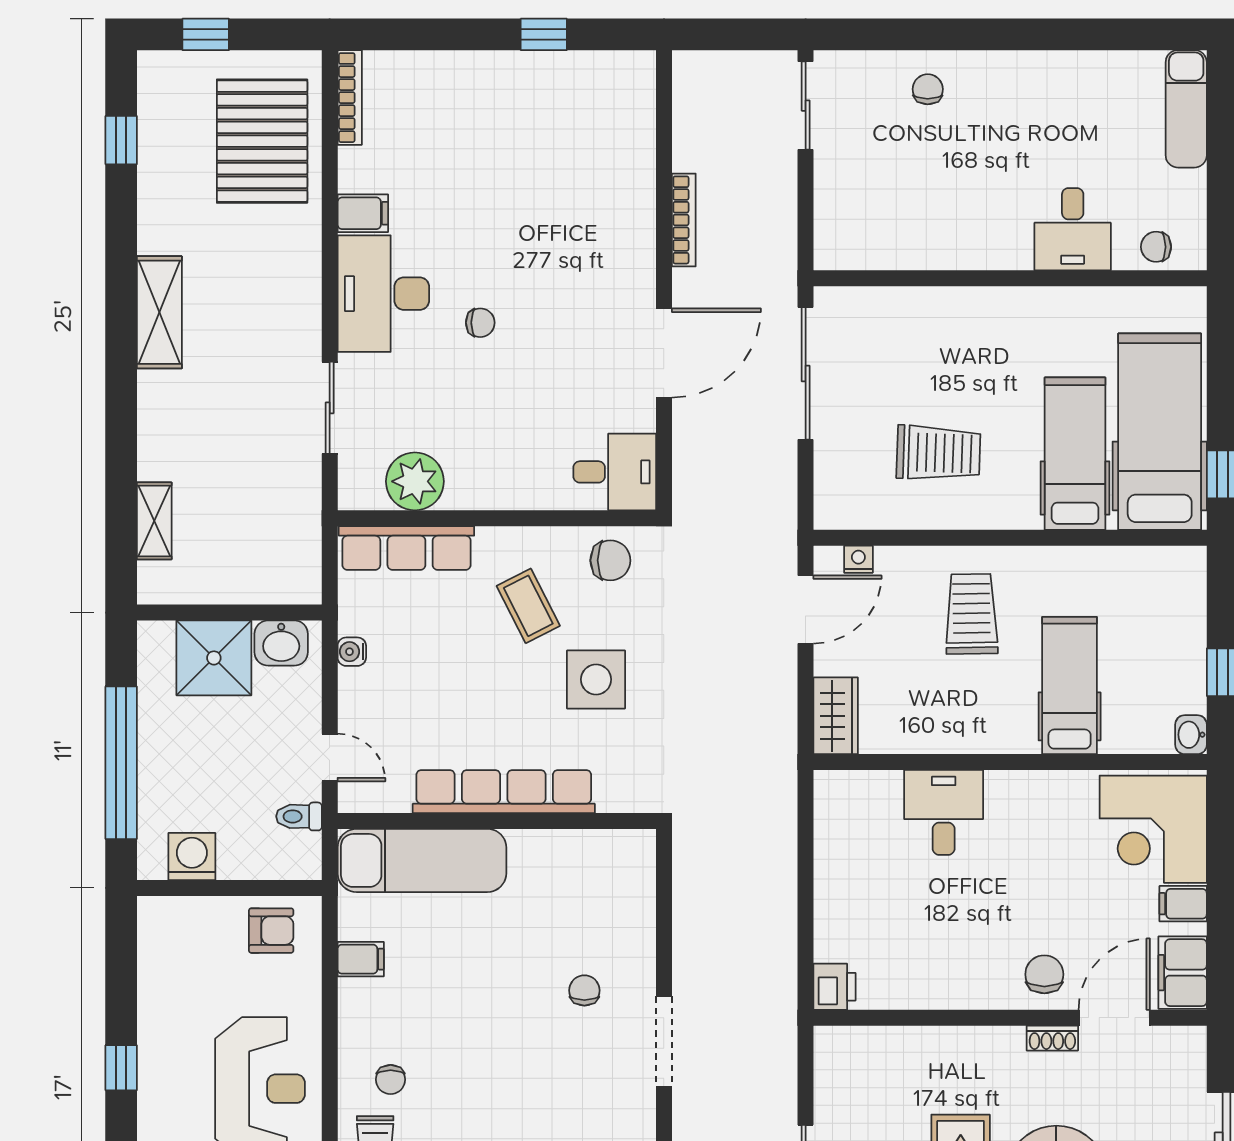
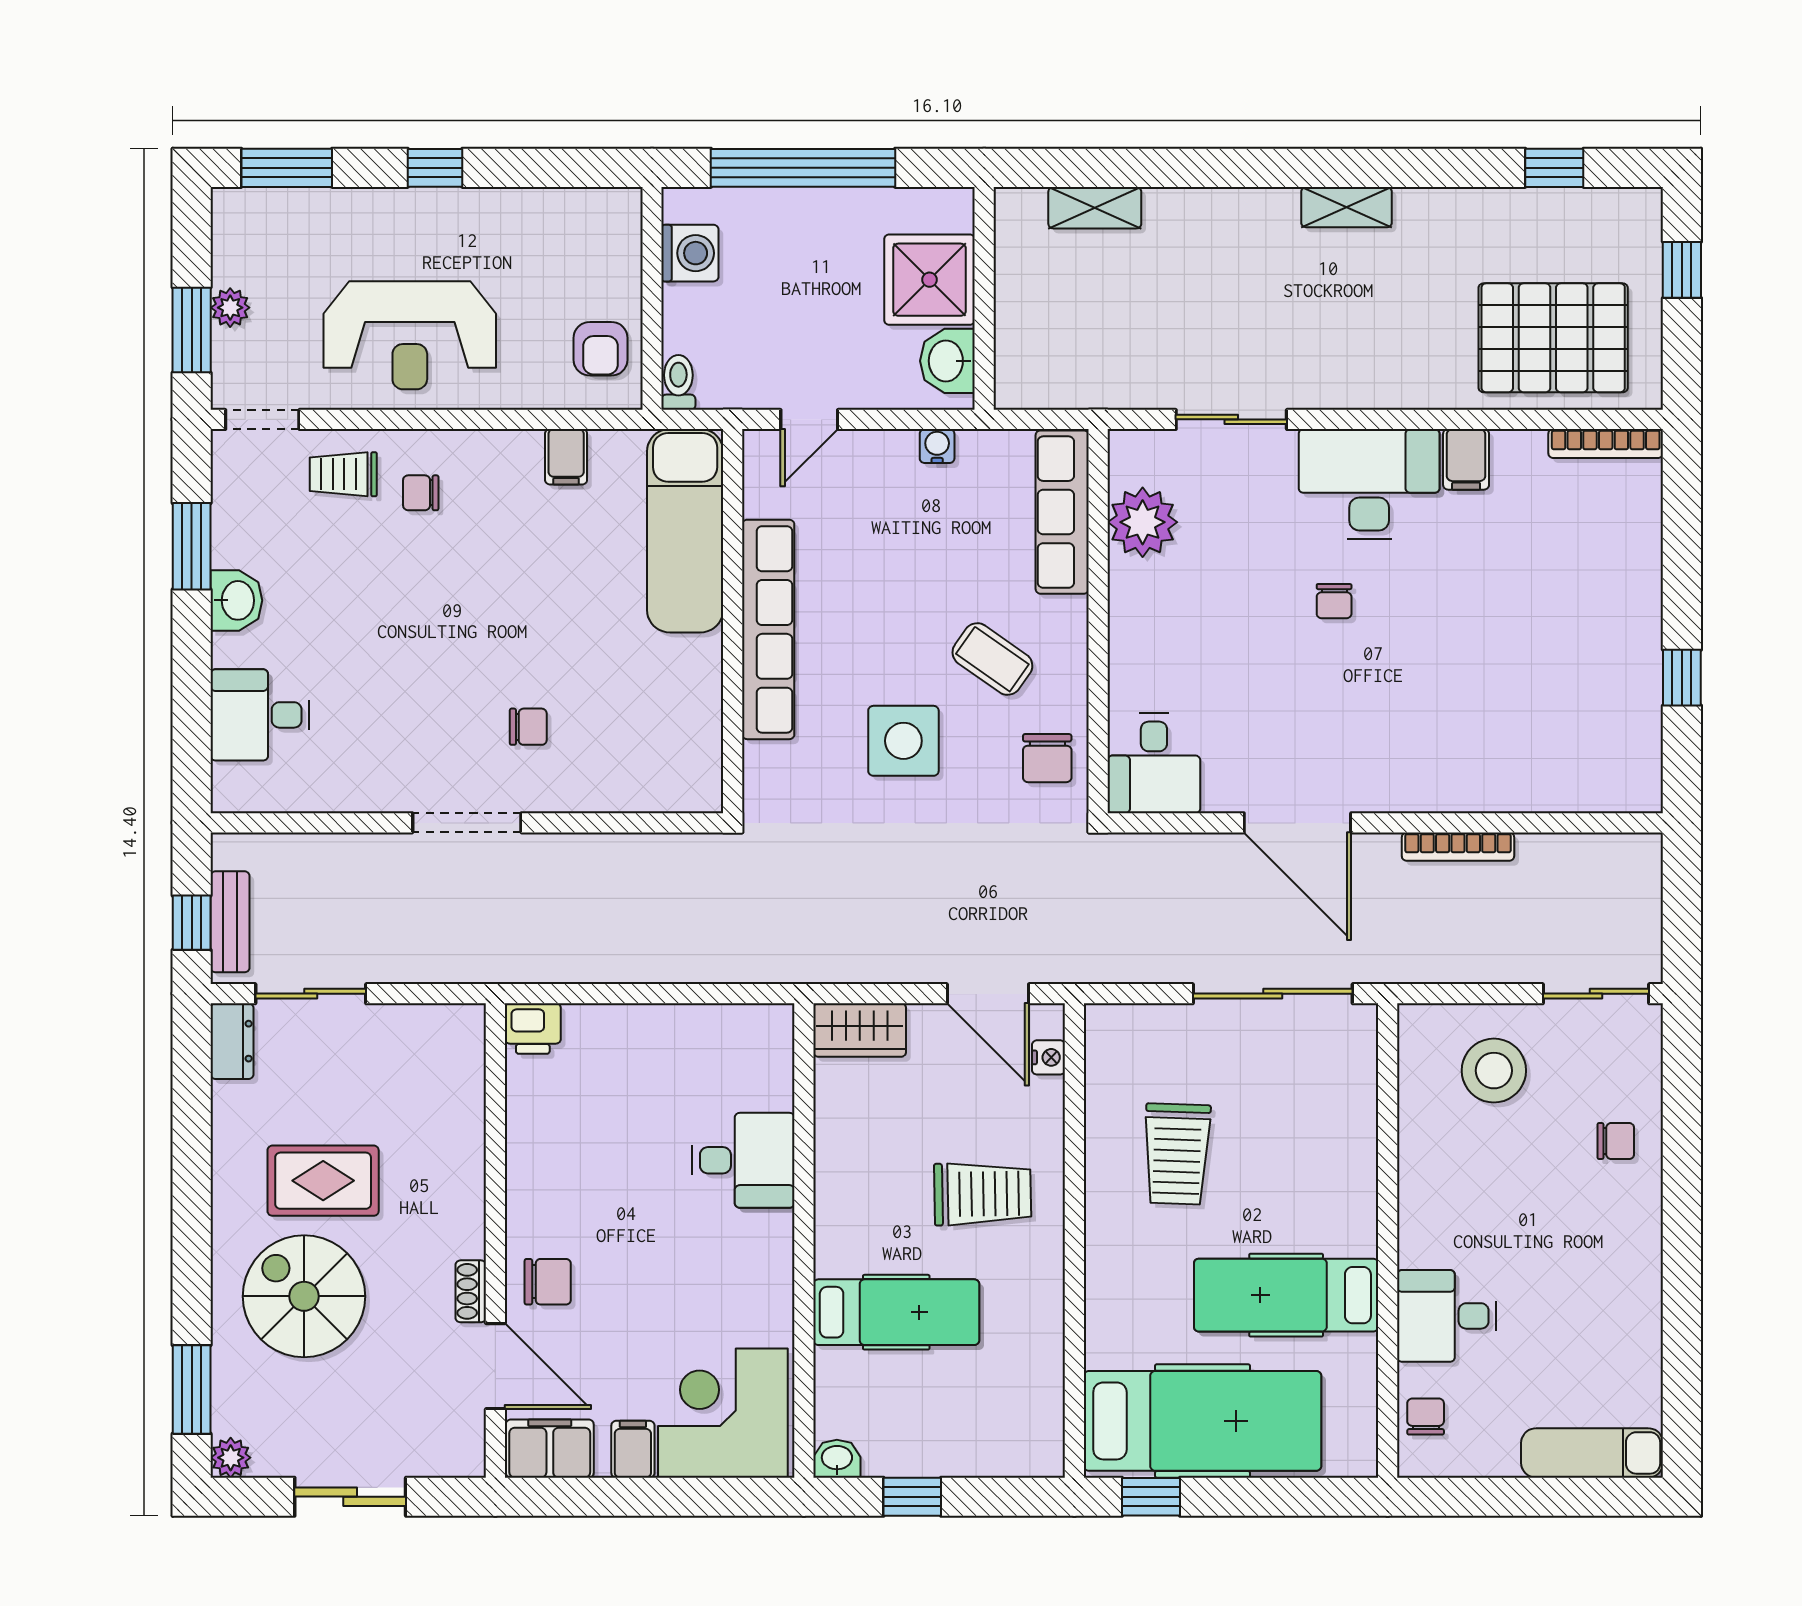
stool: (869, 190) -> (1494, 1071), added
shelving: (159, 312) -> (1347, 207), width x0.67, depth x0.75
hospital bed: (1075, 454) -> (1286, 1295), moved, turned 180
coffee table: (528, 606) -> (992, 659), turned 62
toilet: (299, 816) -> (678, 382), moved

